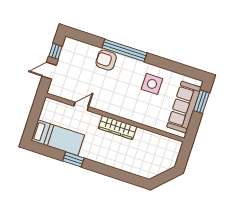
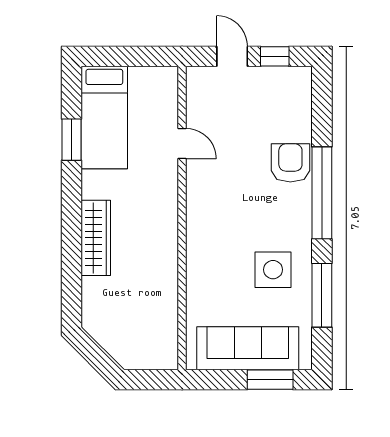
window: (171, 66) -> (322, 295), added
wardrobe: (117, 127) -> (96, 238), moved, turned 180
window: (73, 159) -> (71, 140), moved

